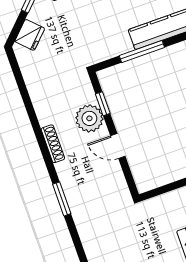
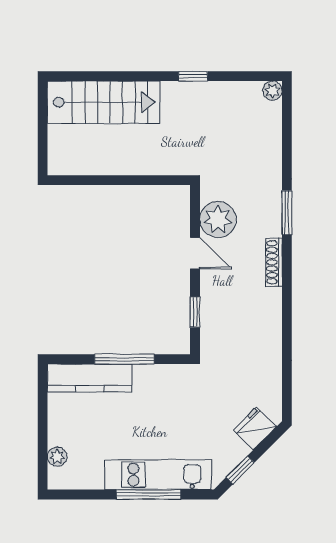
plant: (89, 118) -> (218, 219), moved
shoe rack: (53, 144) -> (274, 262), moved

